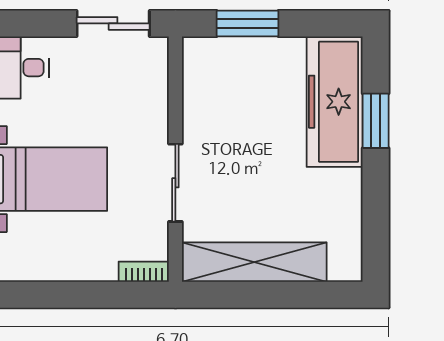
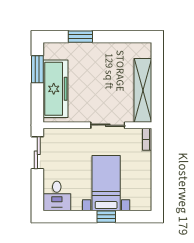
window: (247, 23) -> (37, 69), moved
freezer: (335, 102) -> (55, 89), moved, turned -90

